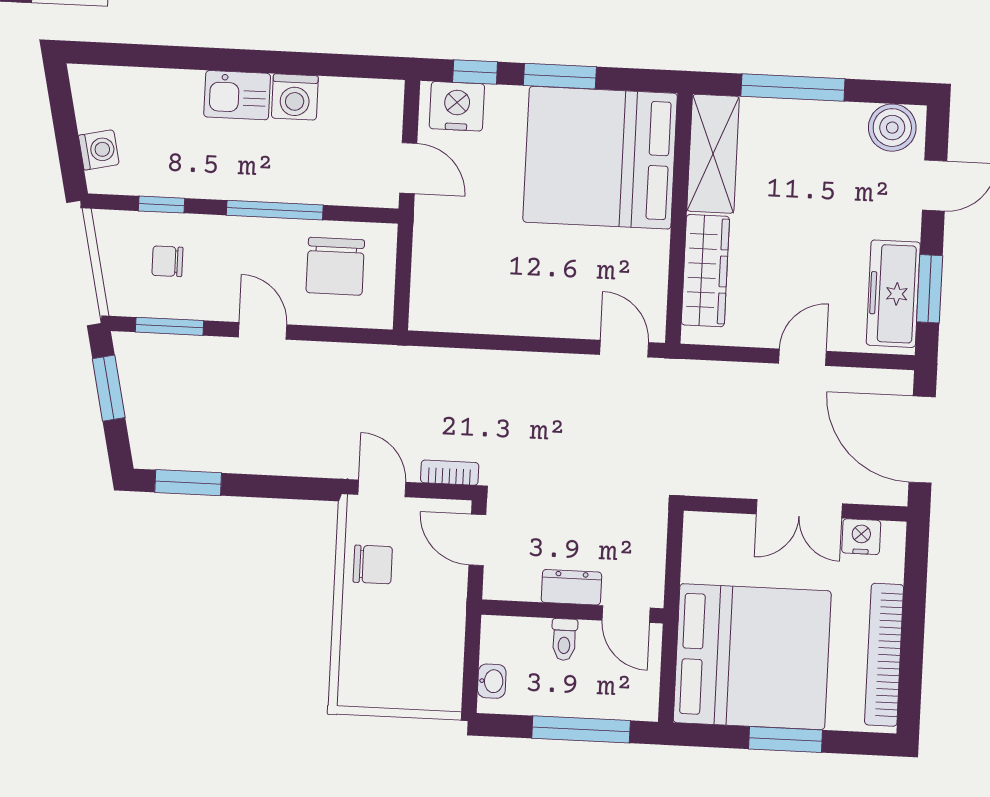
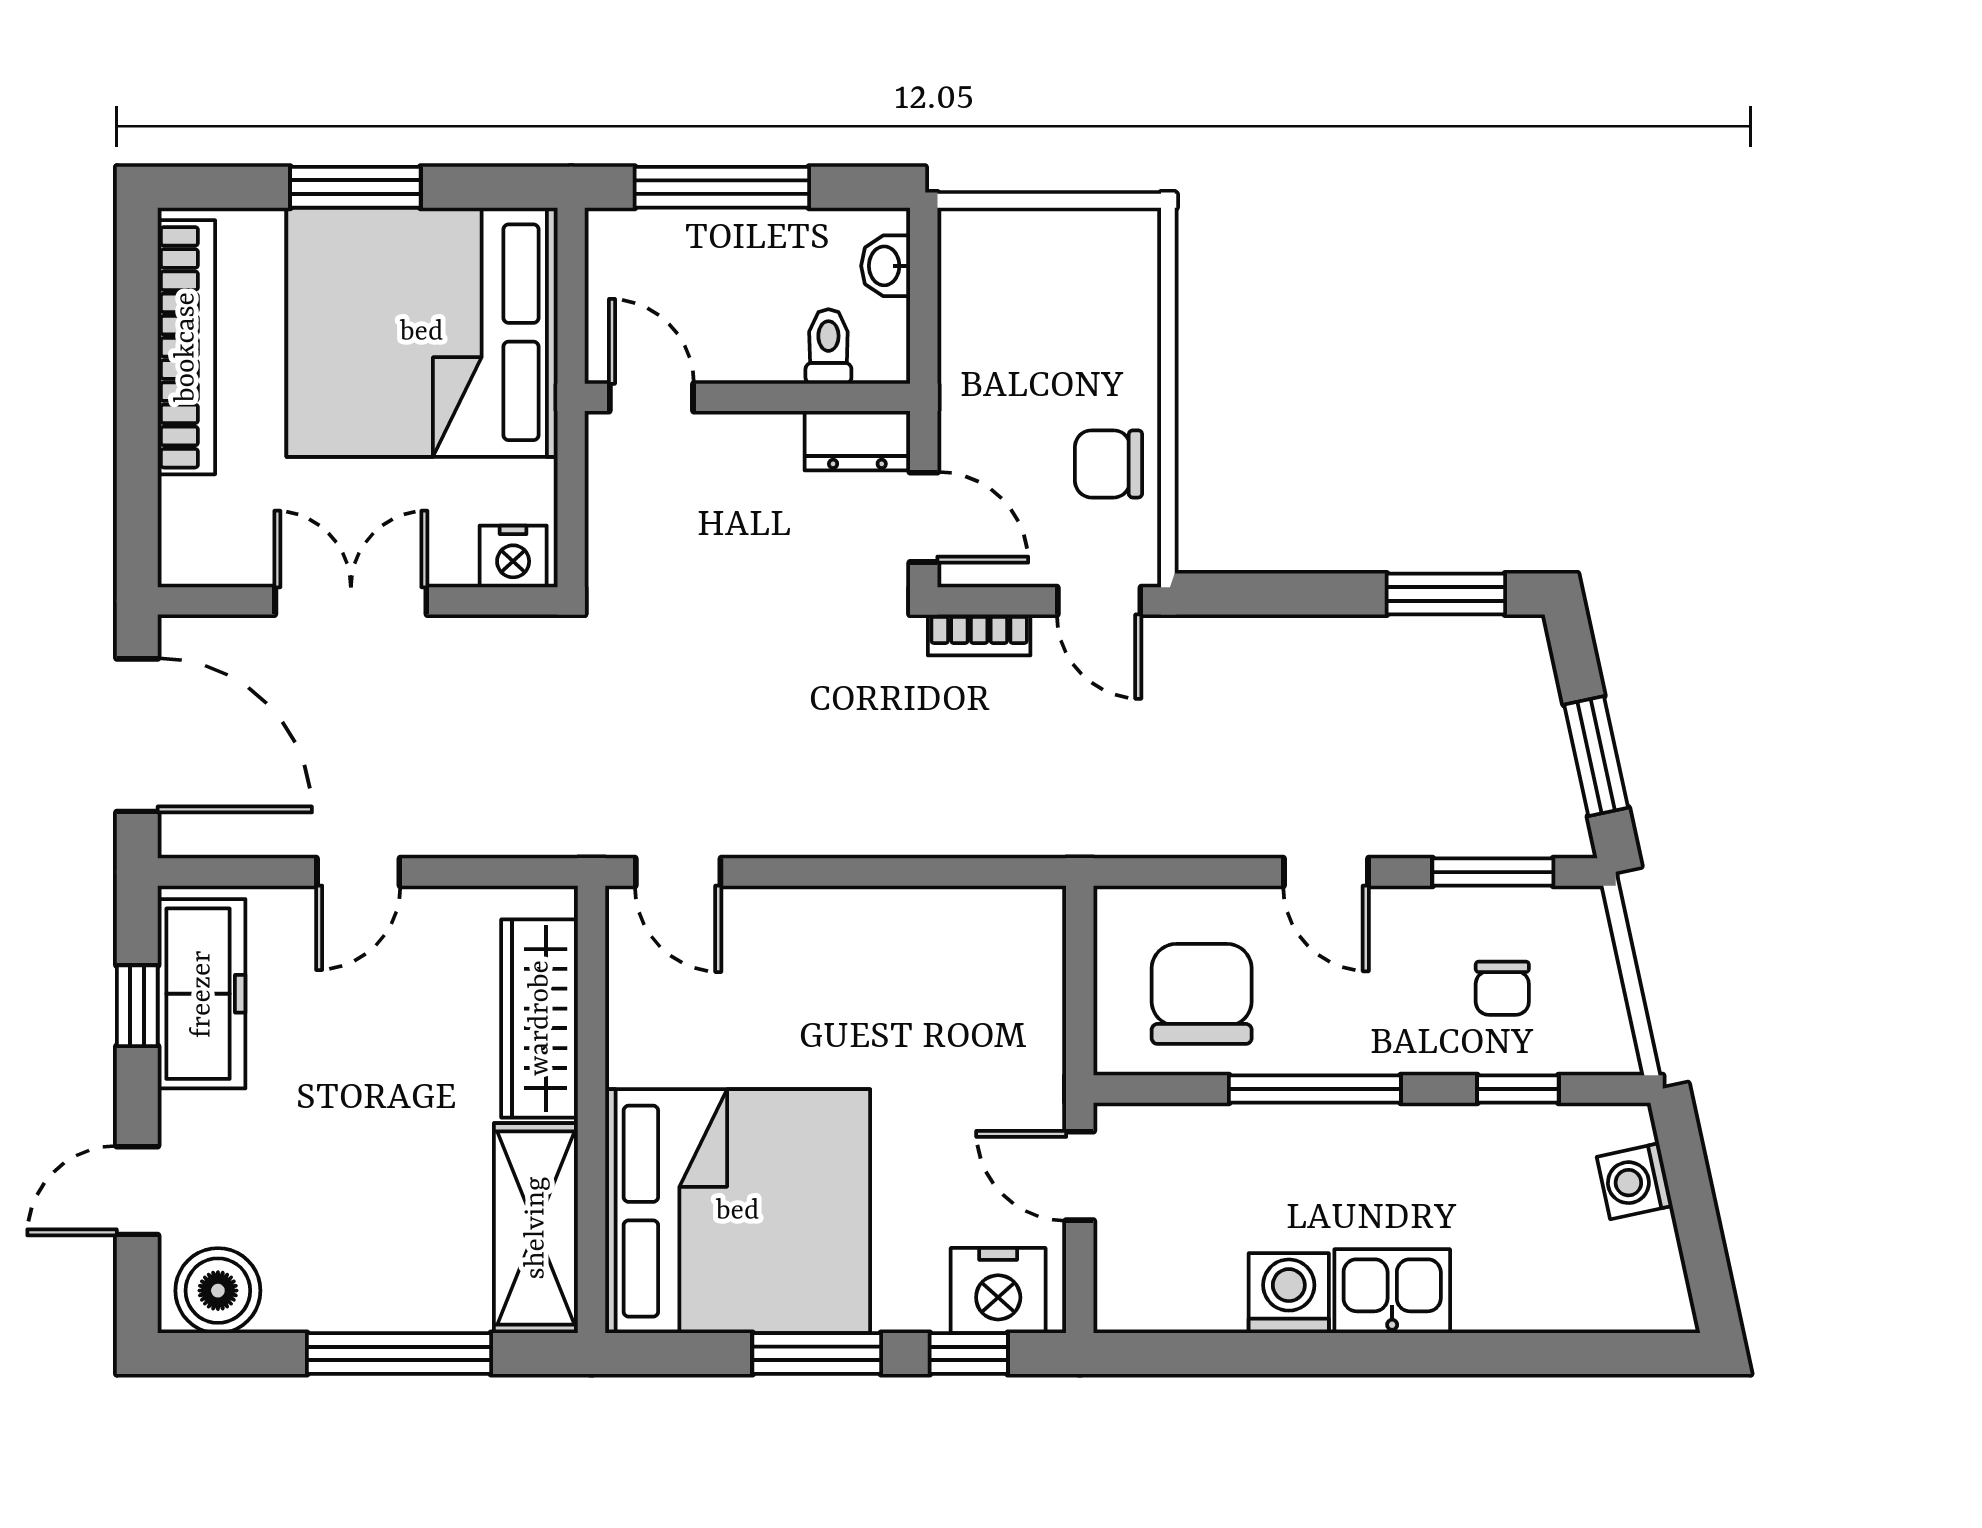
chair: (167, 261) -> (1502, 988), turned 90
window: (930, 289) -> (137, 1006), width x0.67
nightstand: (861, 537) -> (513, 556), moved
dresser: (571, 587) -> (857, 441), moved
toilet: (564, 640) -> (828, 346), moved

